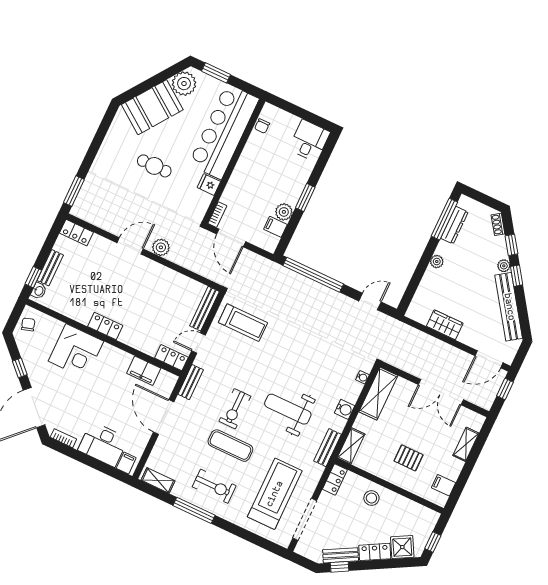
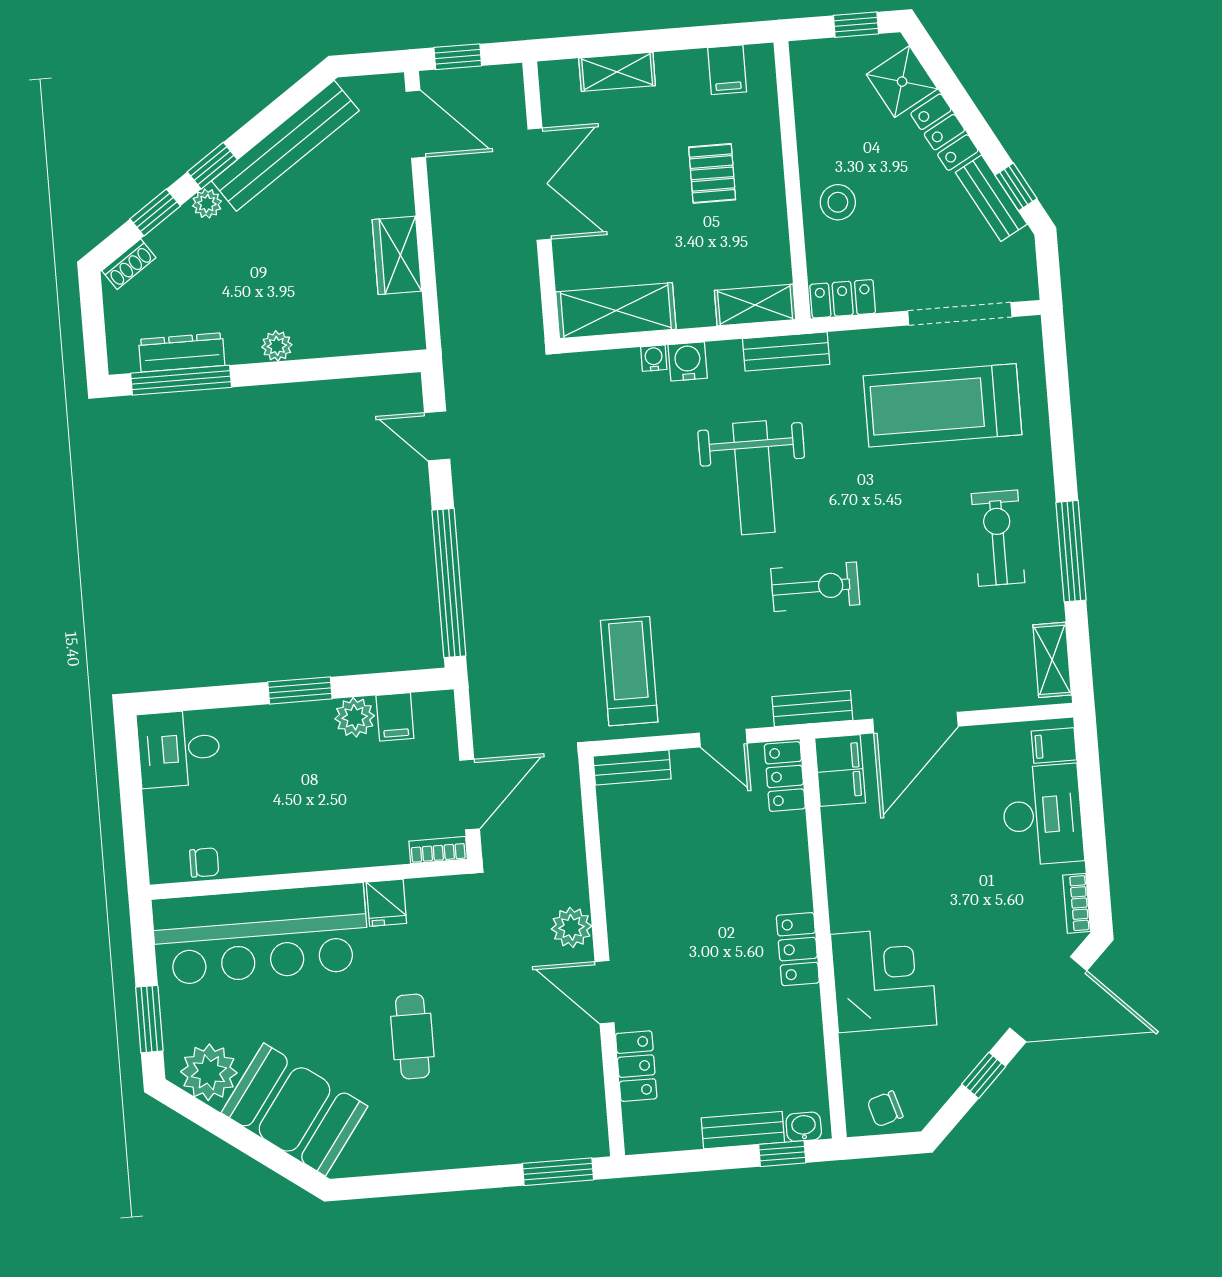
locker: (76, 233) -> (636, 1066), moved
bench: (204, 309) -> (632, 768), width x0.73
filing cabinet: (144, 371) -> (840, 771), moved
water cooler: (362, 377) -> (654, 358), moved
exercise mat: (230, 446) -> (896, 553), removed

